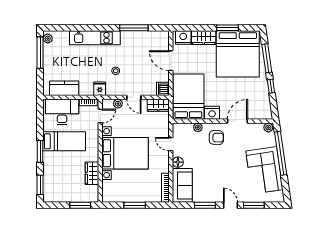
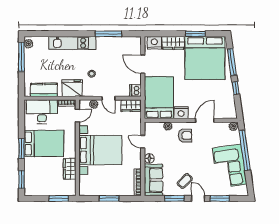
fridge: (100, 89) -> (72, 88), width x1.88, depth x1.34
bed: (64, 141) -> (44, 144), width x1.50
coffee table: (216, 186) -> (185, 181), added

